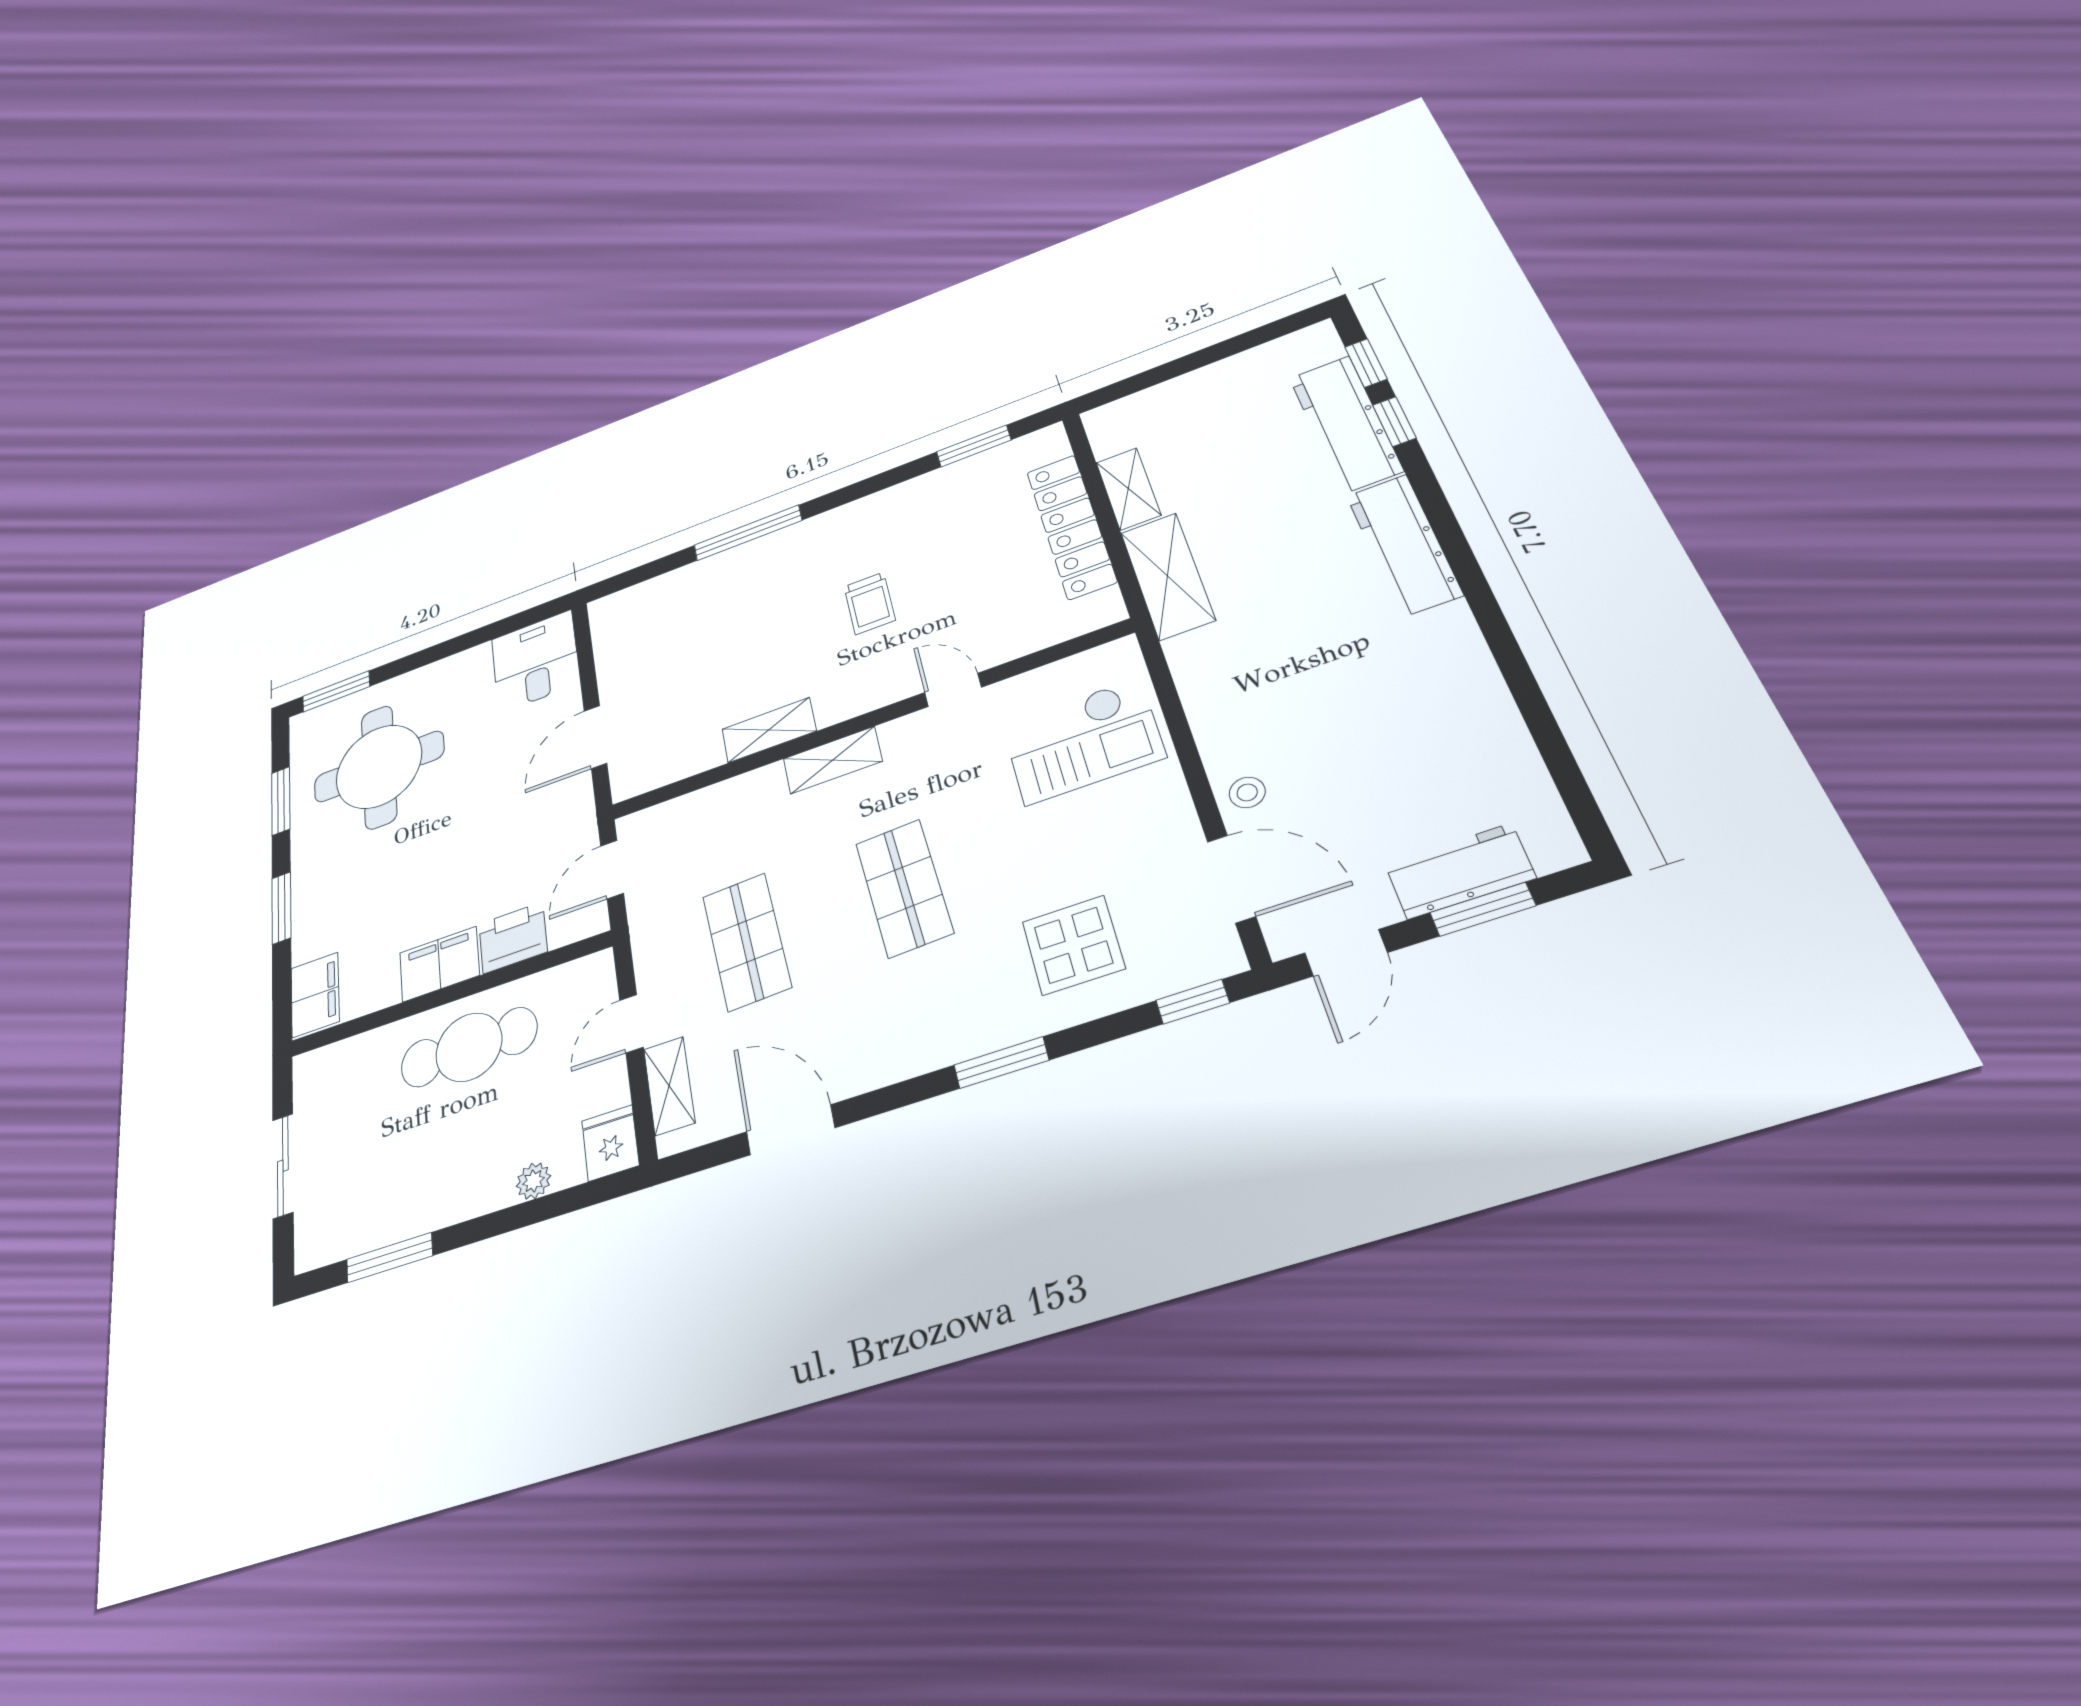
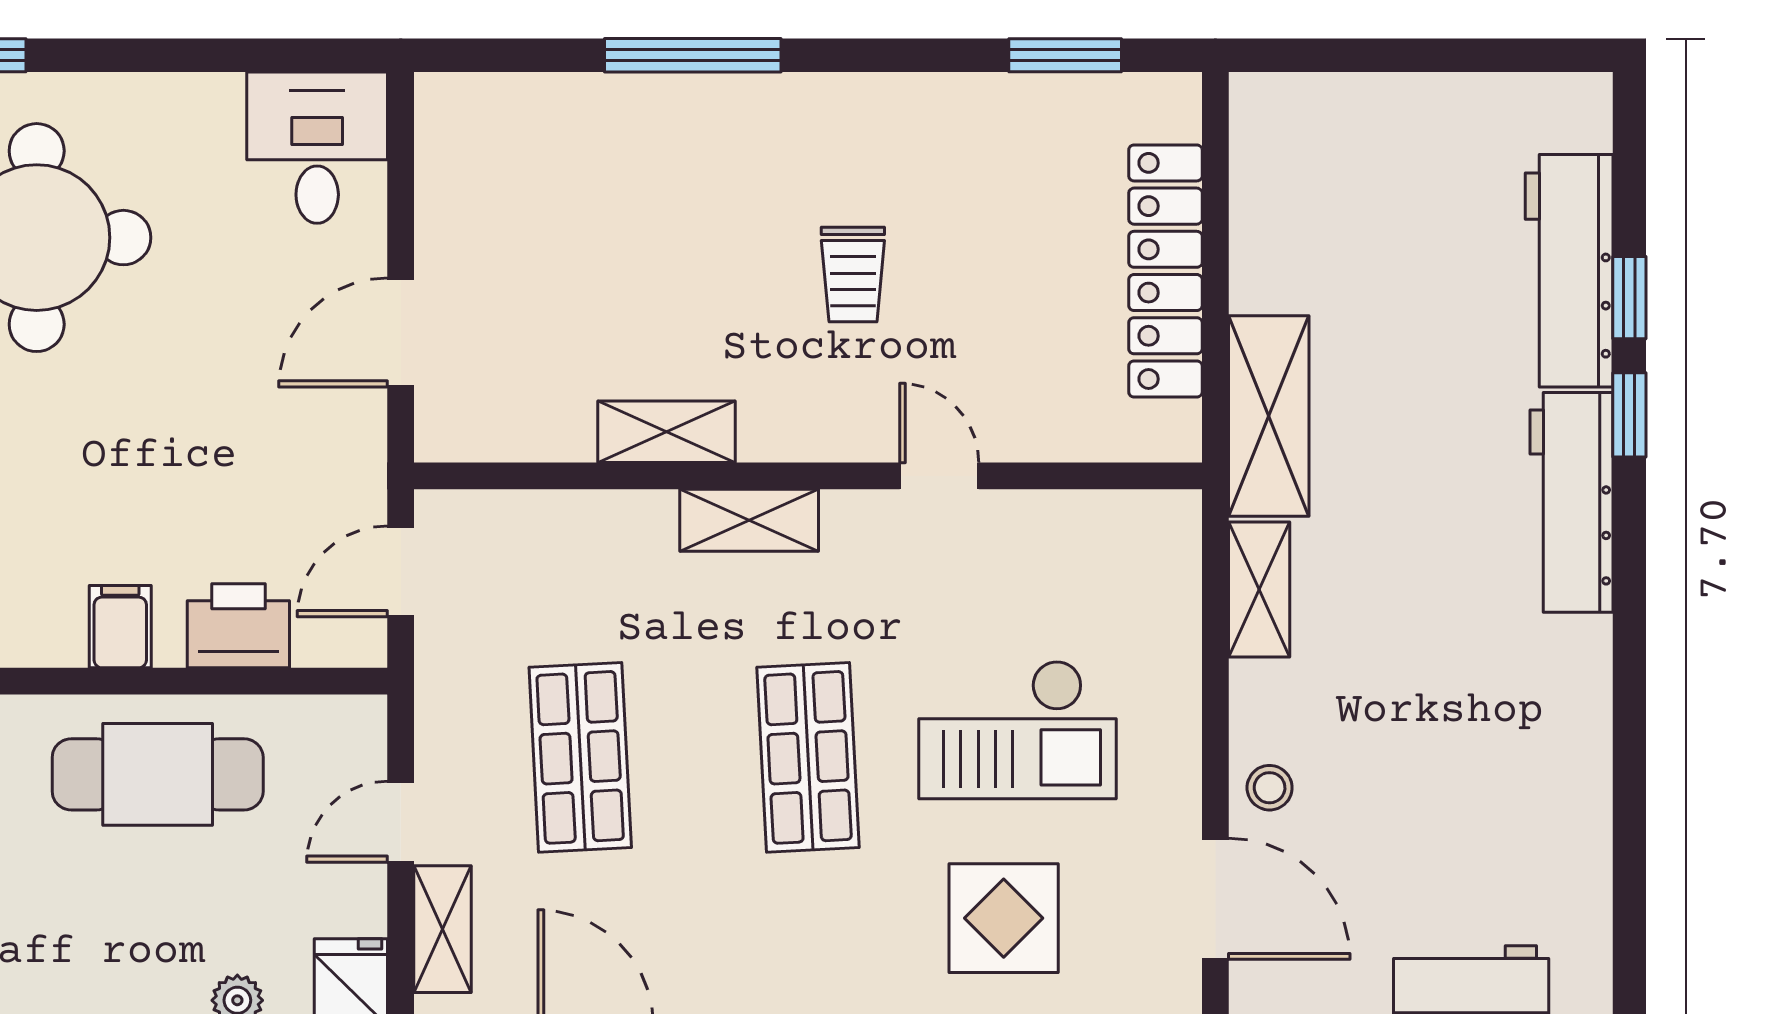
window: (1366, 363) -> (1629, 415), moved
shelving: (1128, 489) -> (1259, 589), moved
checkout: (1083, 741) -> (1018, 730), moved
filing cabinet: (439, 964) -> (120, 627), width x0.50

